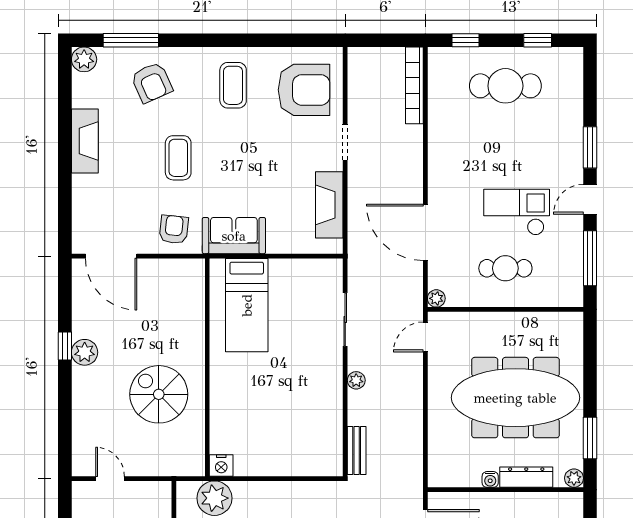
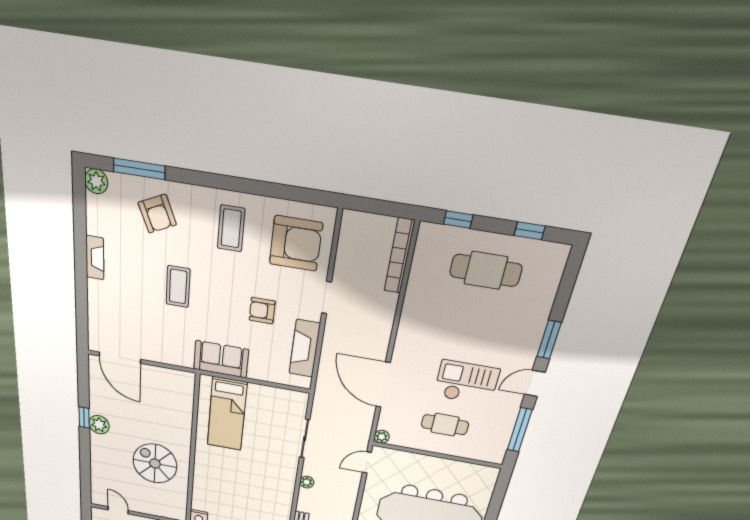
fireplace: (85, 141) -> (95, 258), width x0.73, depth x0.76
armchair: (174, 229) -> (262, 311), moved, turned -96

